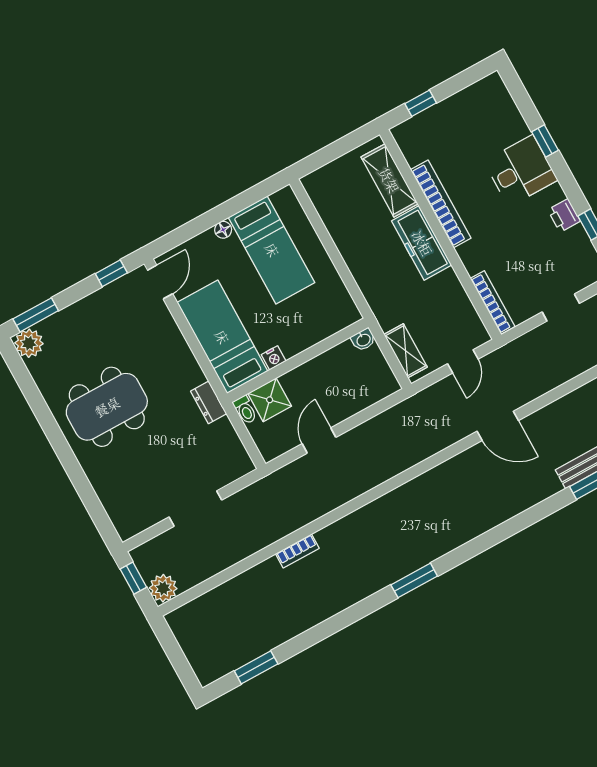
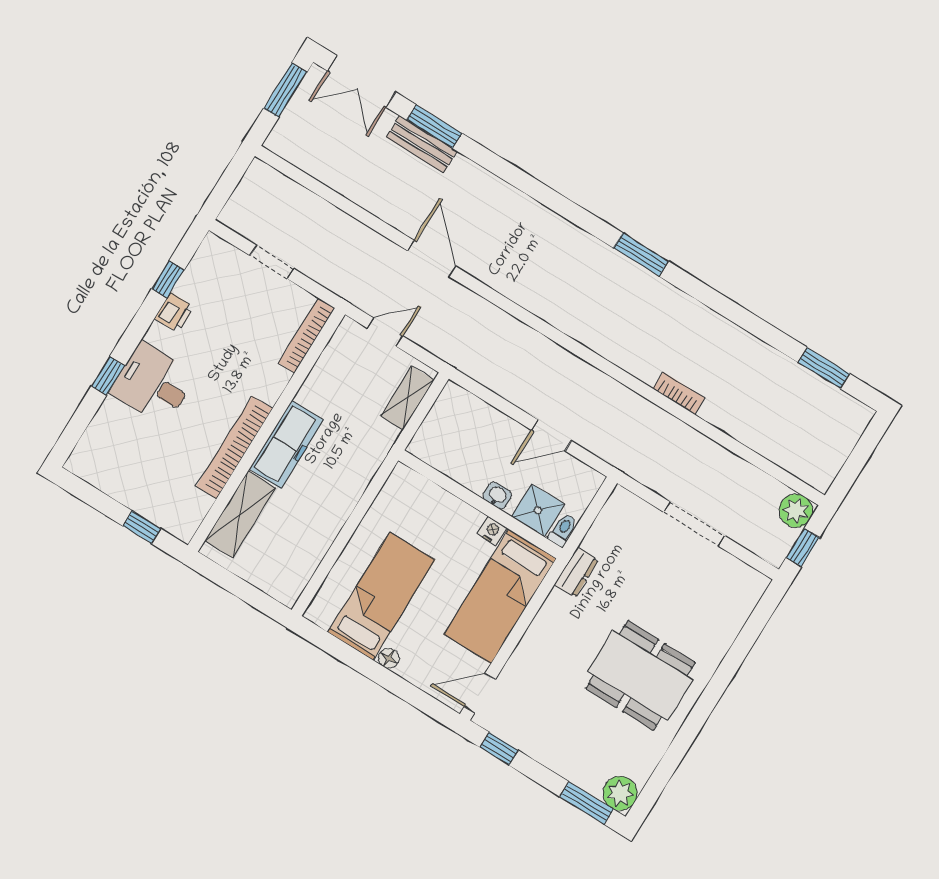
washbasin: (363, 340) -> (497, 496), moved

